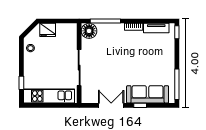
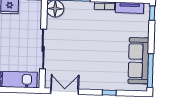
sofa: (148, 94) -> (138, 61), moved, turned -90
double door: (111, 105) -> (65, 91), moved

